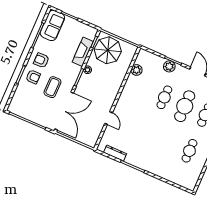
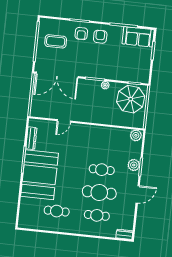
fireplace: (83, 52) -> (121, 75), removed
plant: (137, 70) -> (136, 135), moved
coffee table: (52, 87) -> (56, 41), moved
booth: (151, 156) -> (40, 175), added

